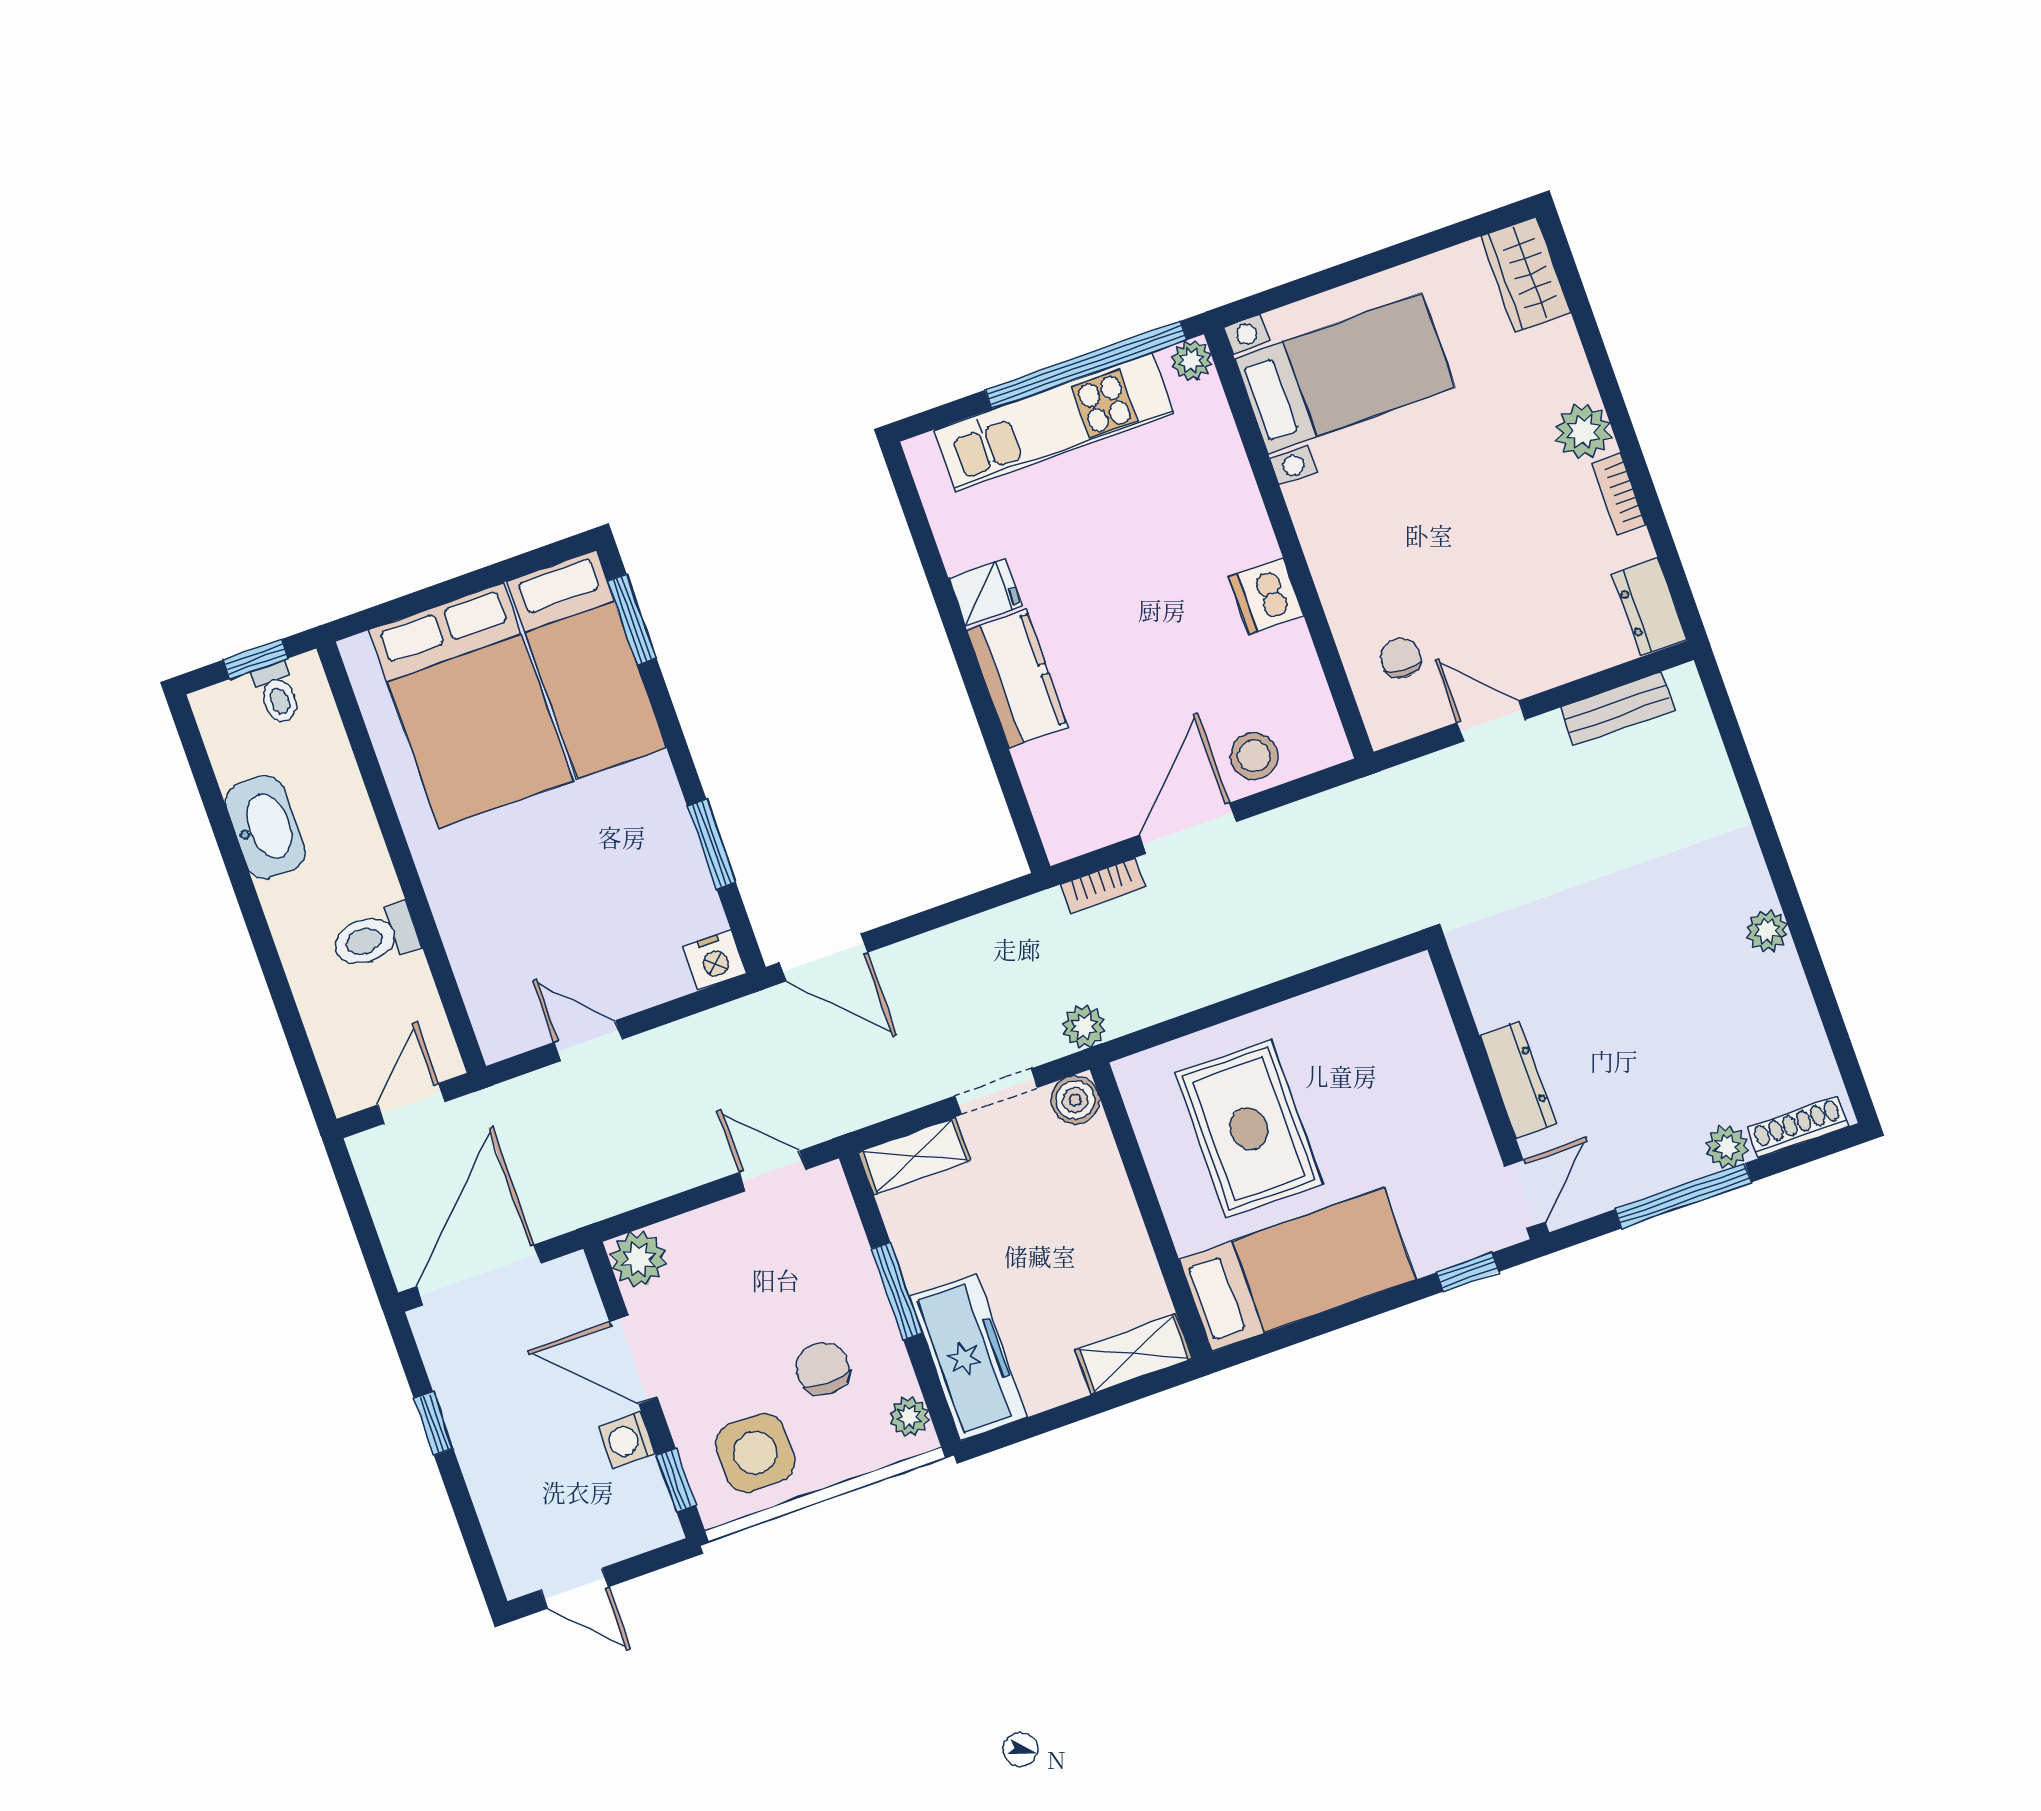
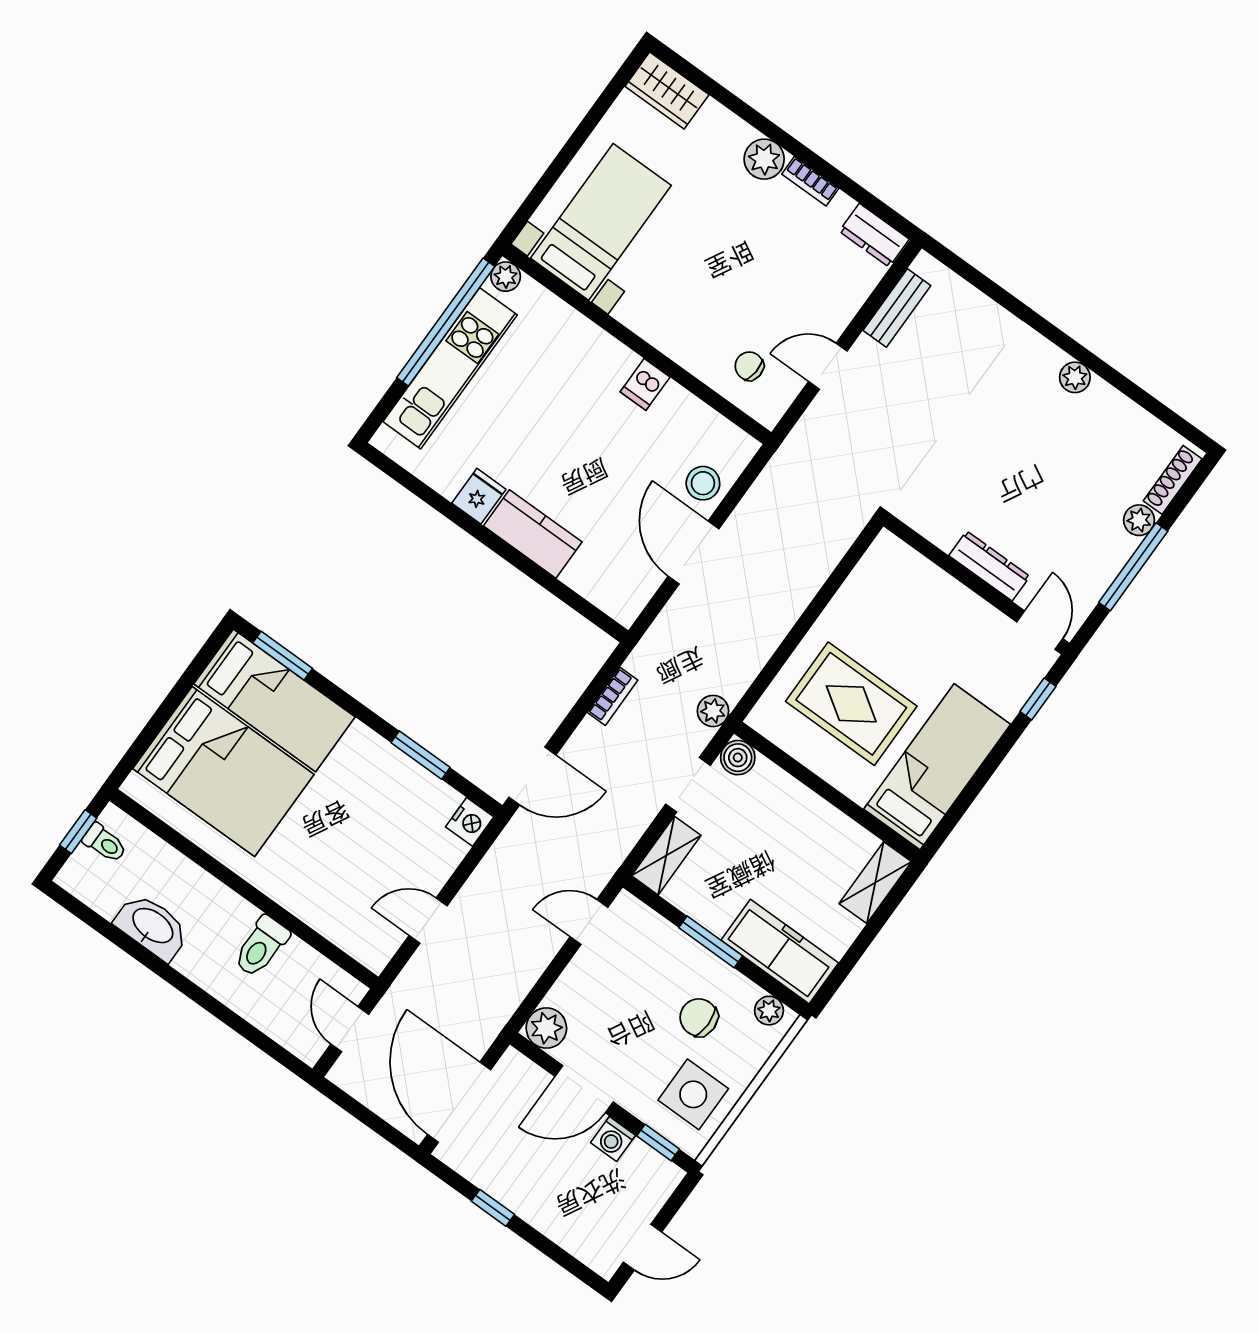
dishwasher: (1266, 596) -> (645, 384), width x0.73
bookcase: (1103, 886) -> (613, 696), moved

